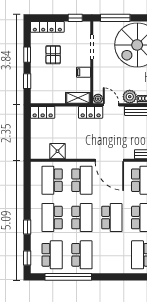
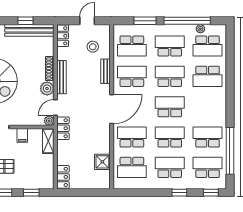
school desk: (52, 218) -> (170, 167), turned 180

